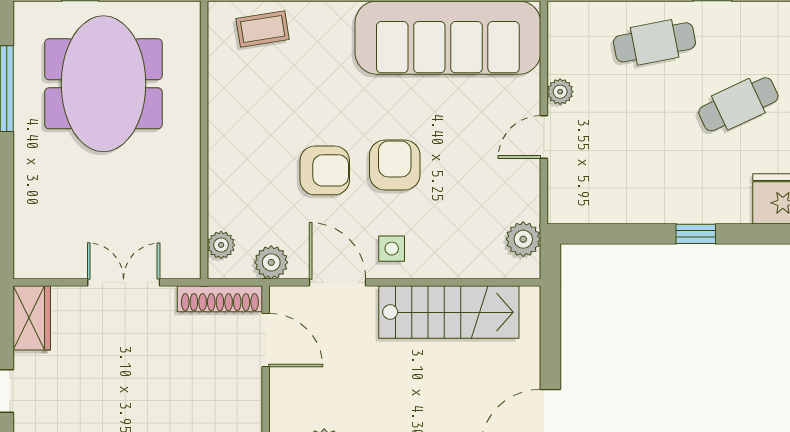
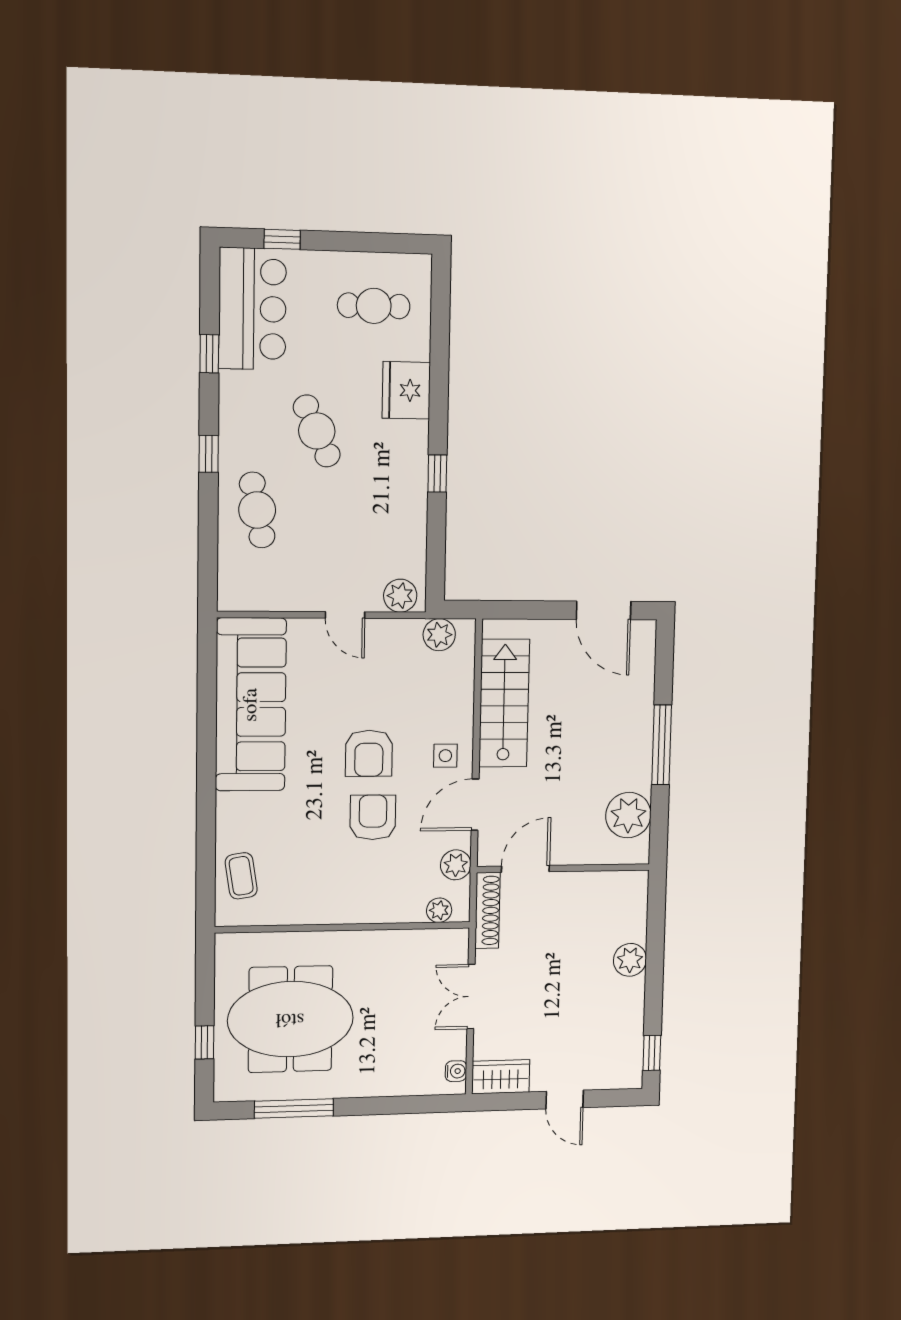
plant: (560, 92) -> (400, 596), moved, width x1.38, depth x1.38
armchair: (395, 165) -> (369, 753), turned -90
water cooler: (40, 267) -> (456, 1071), added

